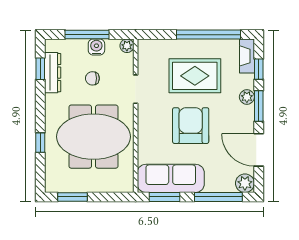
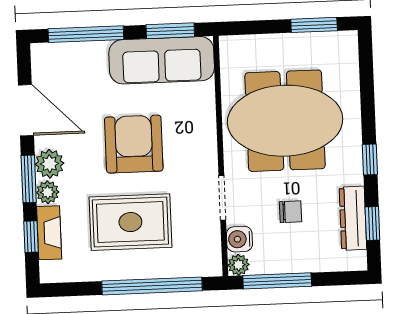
window: (87, 35) -> (277, 281), moved
window: (208, 35) -> (152, 286), moved
water cooler: (96, 47) -> (239, 239), moved, turned 90
fireplace: (247, 56) -> (49, 233), moved
armchair: (191, 126) -> (134, 144), turned 180
window: (40, 143) -> (370, 159), moved
plant: (245, 183) -> (50, 164), moved

